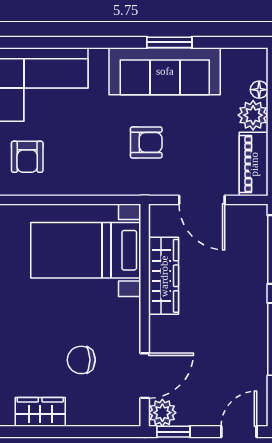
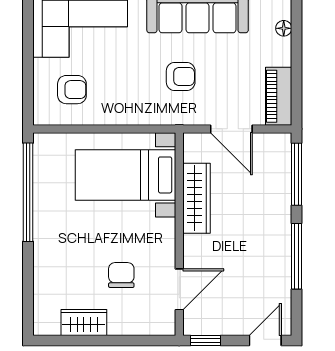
plant: (253, 115) -> (278, 52), removed
armchair: (27, 157) -> (72, 90), turned -90
chair: (81, 360) -> (121, 275), turned 90
plant: (162, 413) -> (195, 323), removed

